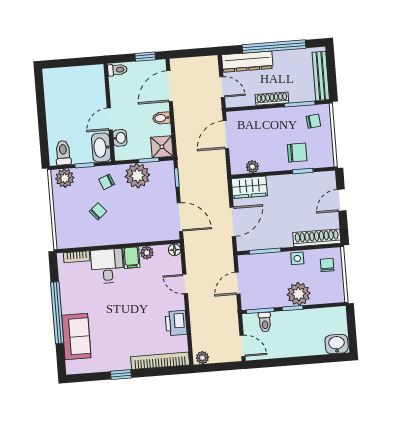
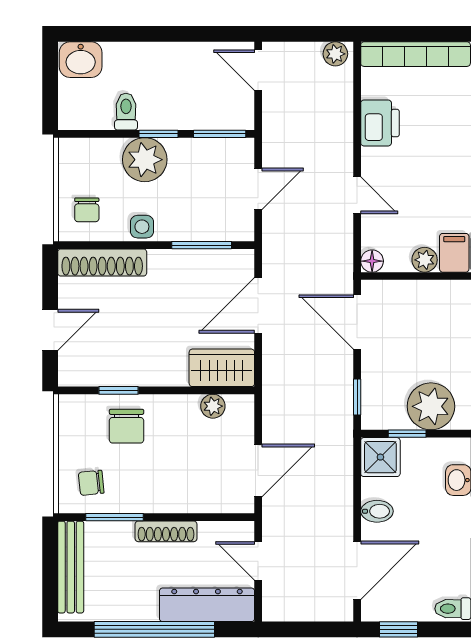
chair: (297, 153) -> (127, 426), turned -90
toilet: (265, 322) -> (126, 112), moved

